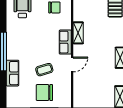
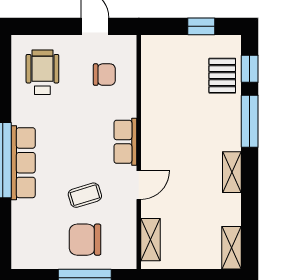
shelving: (78, 33) -> (151, 240), moved
row of seats: (12, 73) -> (23, 163), moved, width x1.48

